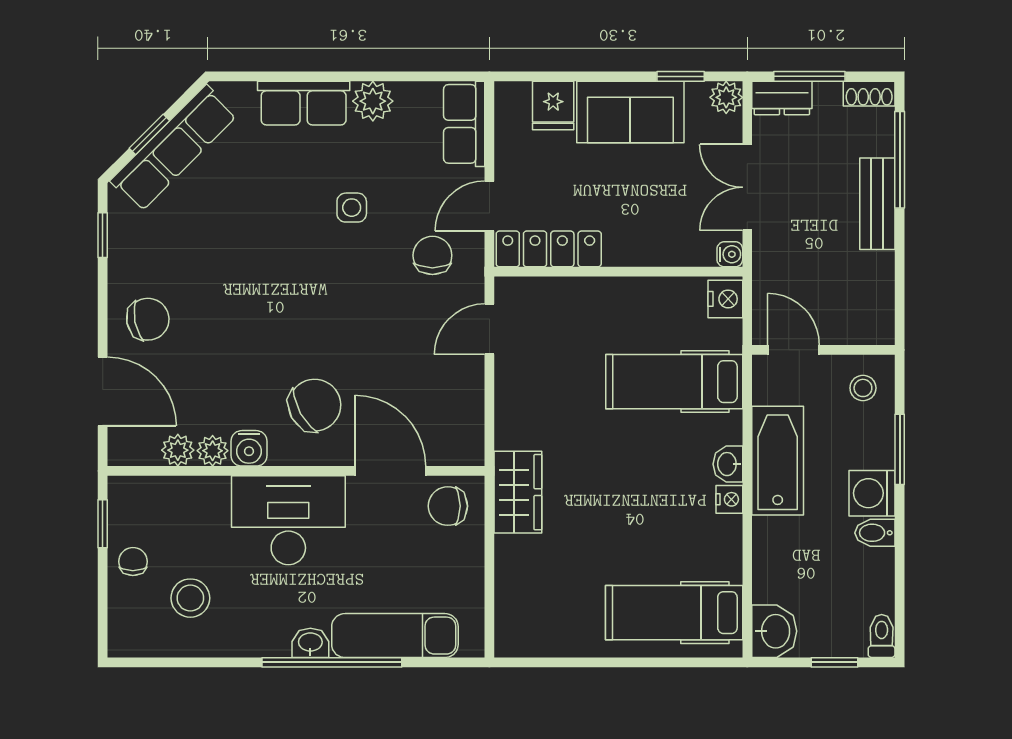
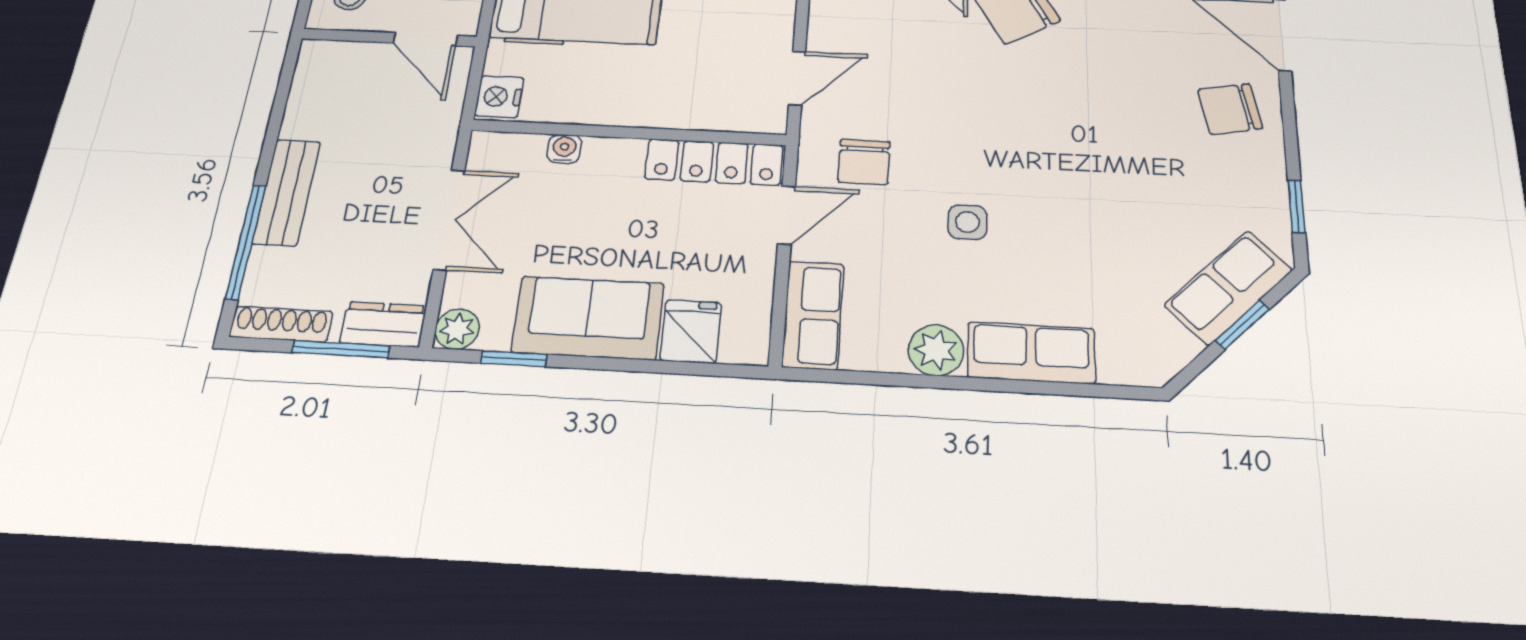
shoe rack: (869, 94) -> (281, 324), width x1.43
row of seats: (174, 148) -> (1228, 288), width x0.68
water cooler: (730, 254) -> (564, 149), moved, turned 90

